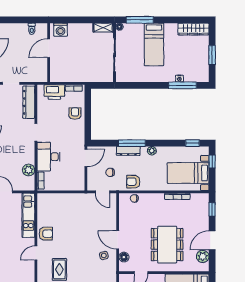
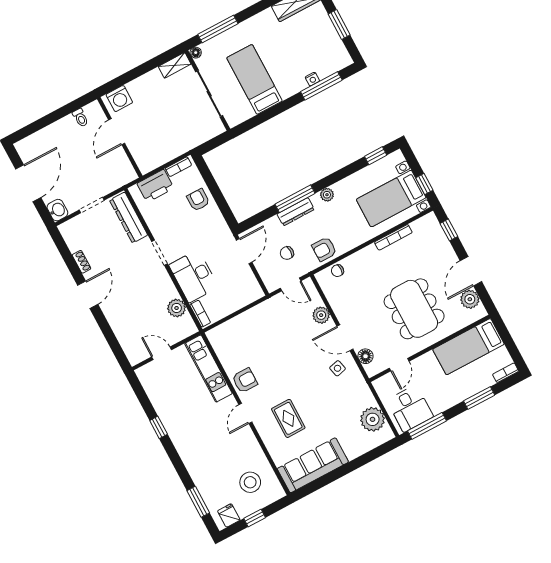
bed: (154, 44) -> (254, 79), moved, turned 180
window: (212, 161) -> (424, 184), moved
plant: (111, 219) -> (321, 315), added

